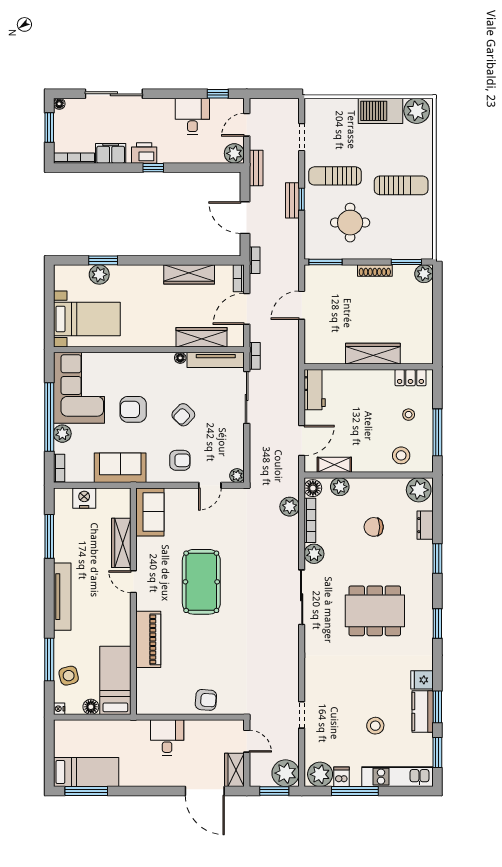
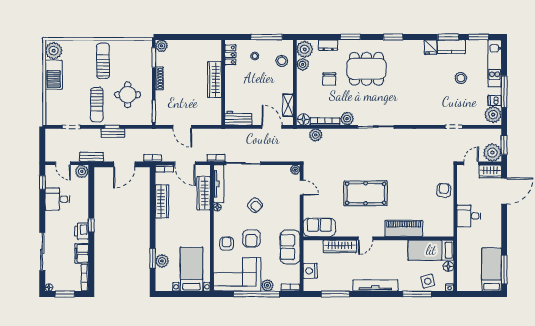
armchair: (180, 460) -> (227, 244), moved
plant: (340, 487) -> (303, 64), moved
dining table: (375, 611) -> (366, 69), moved, turned 90
plant: (286, 773) -> (492, 153), moved

